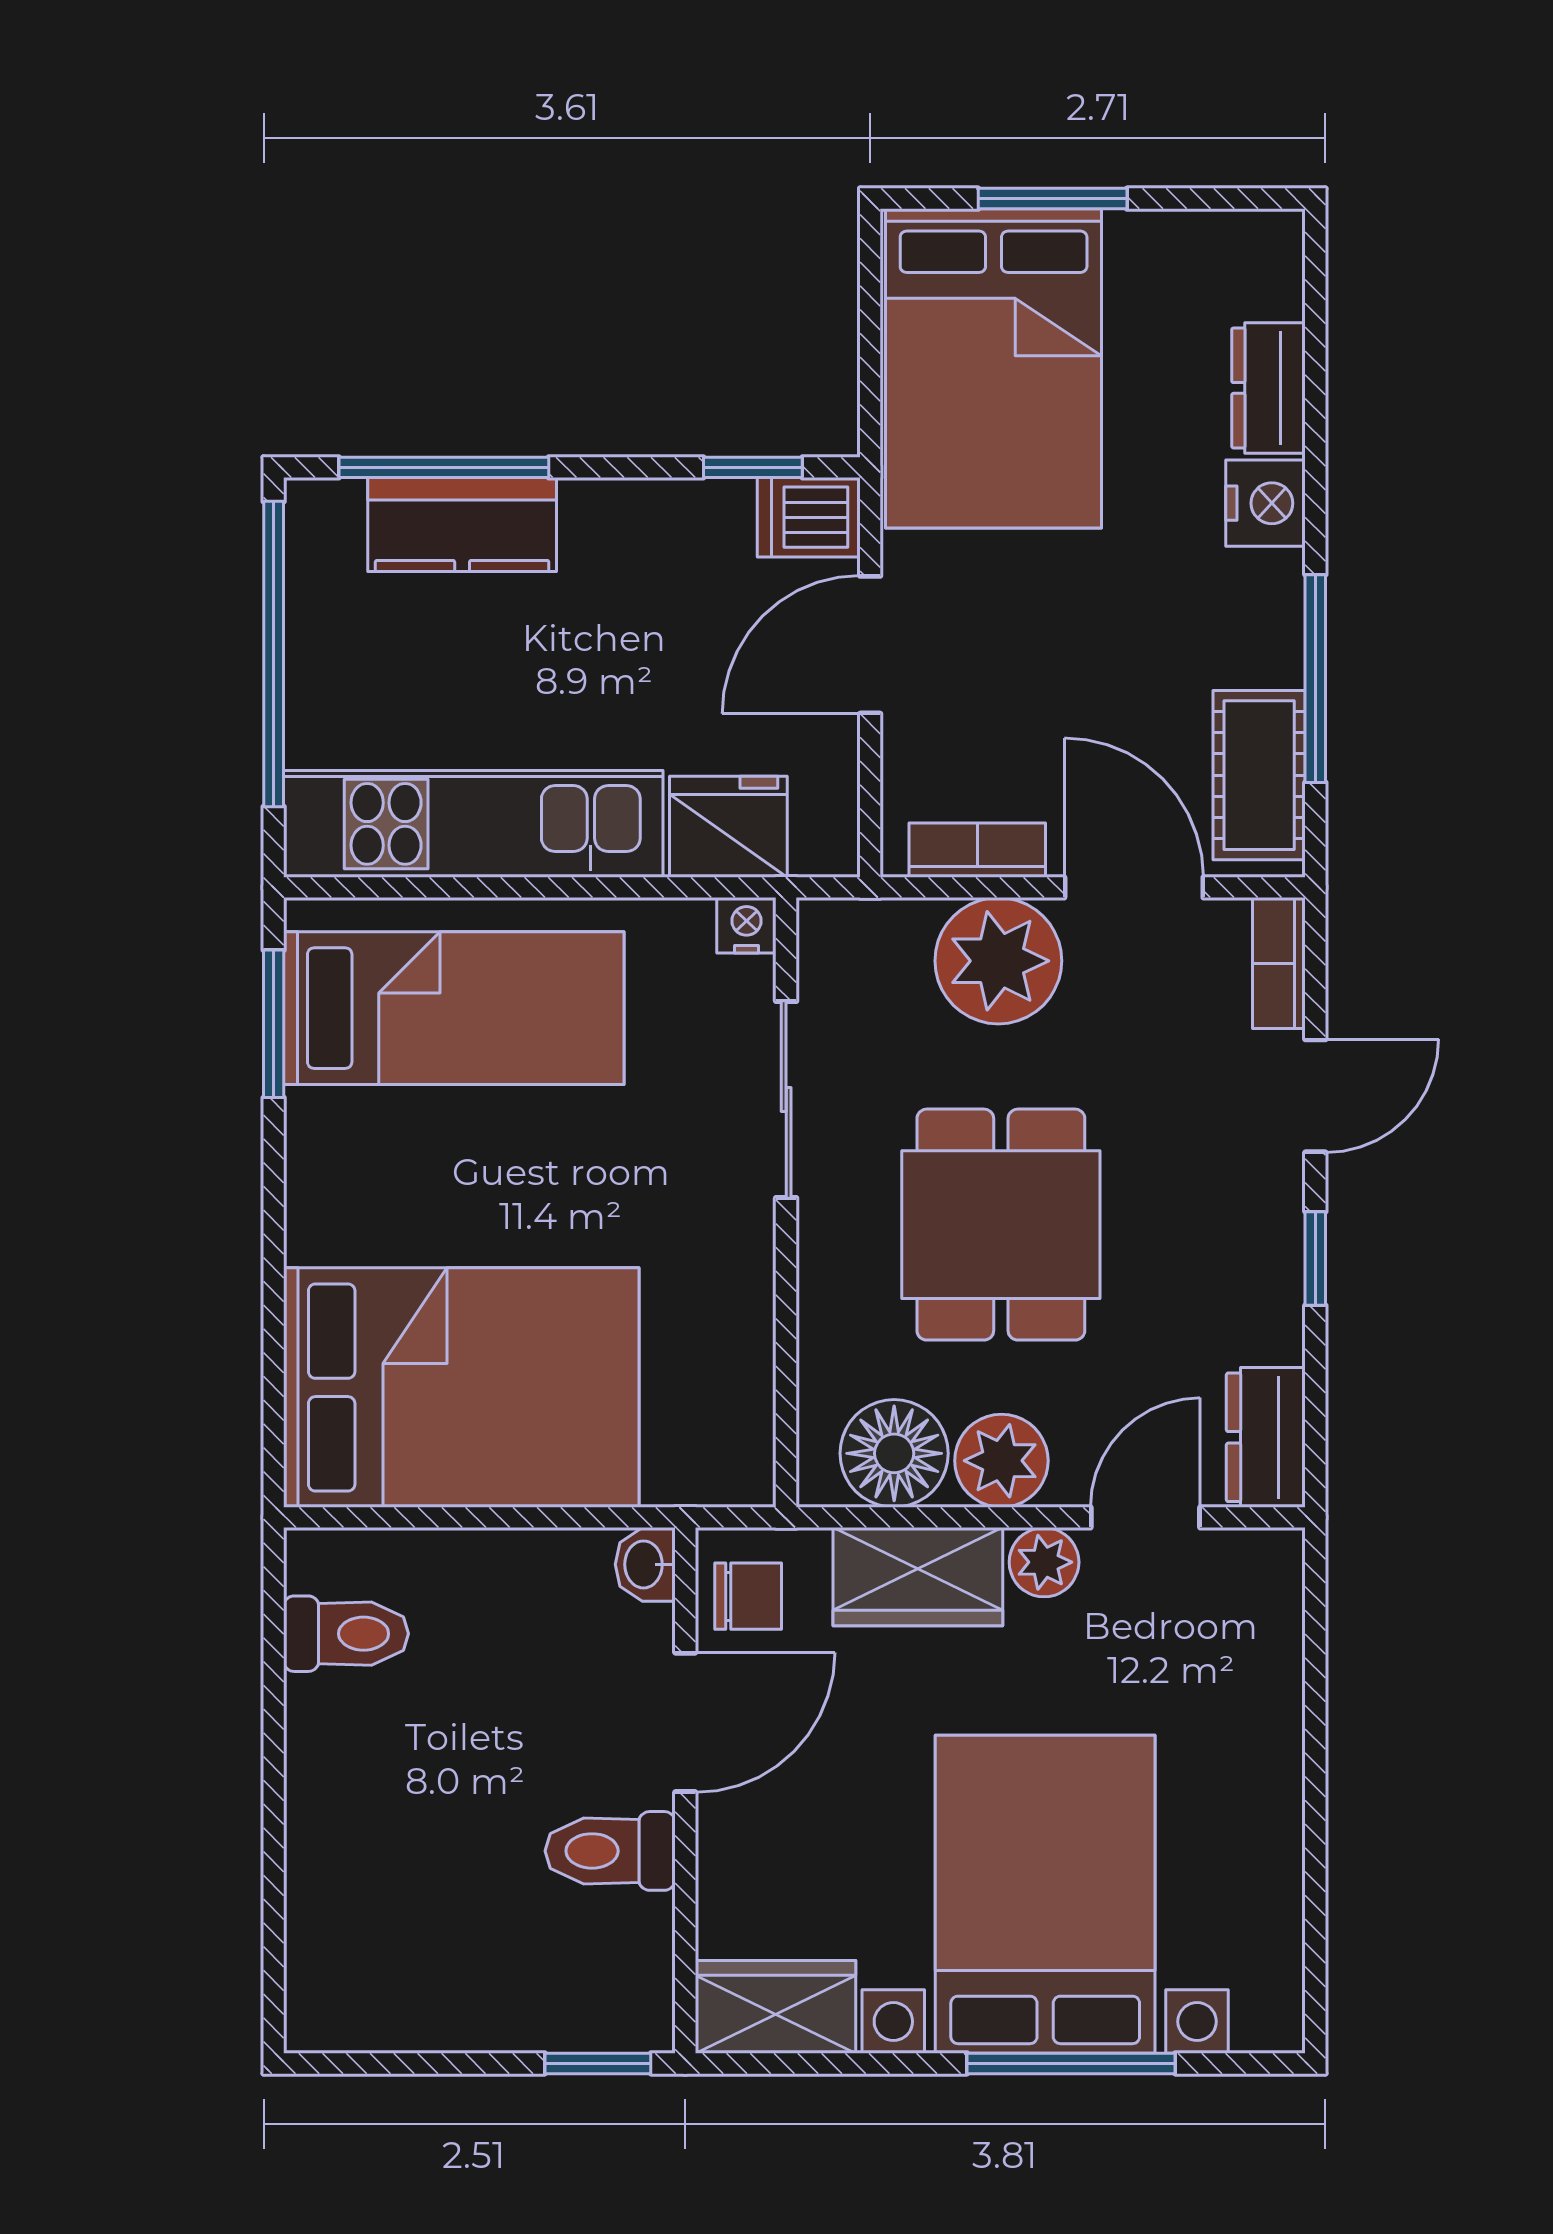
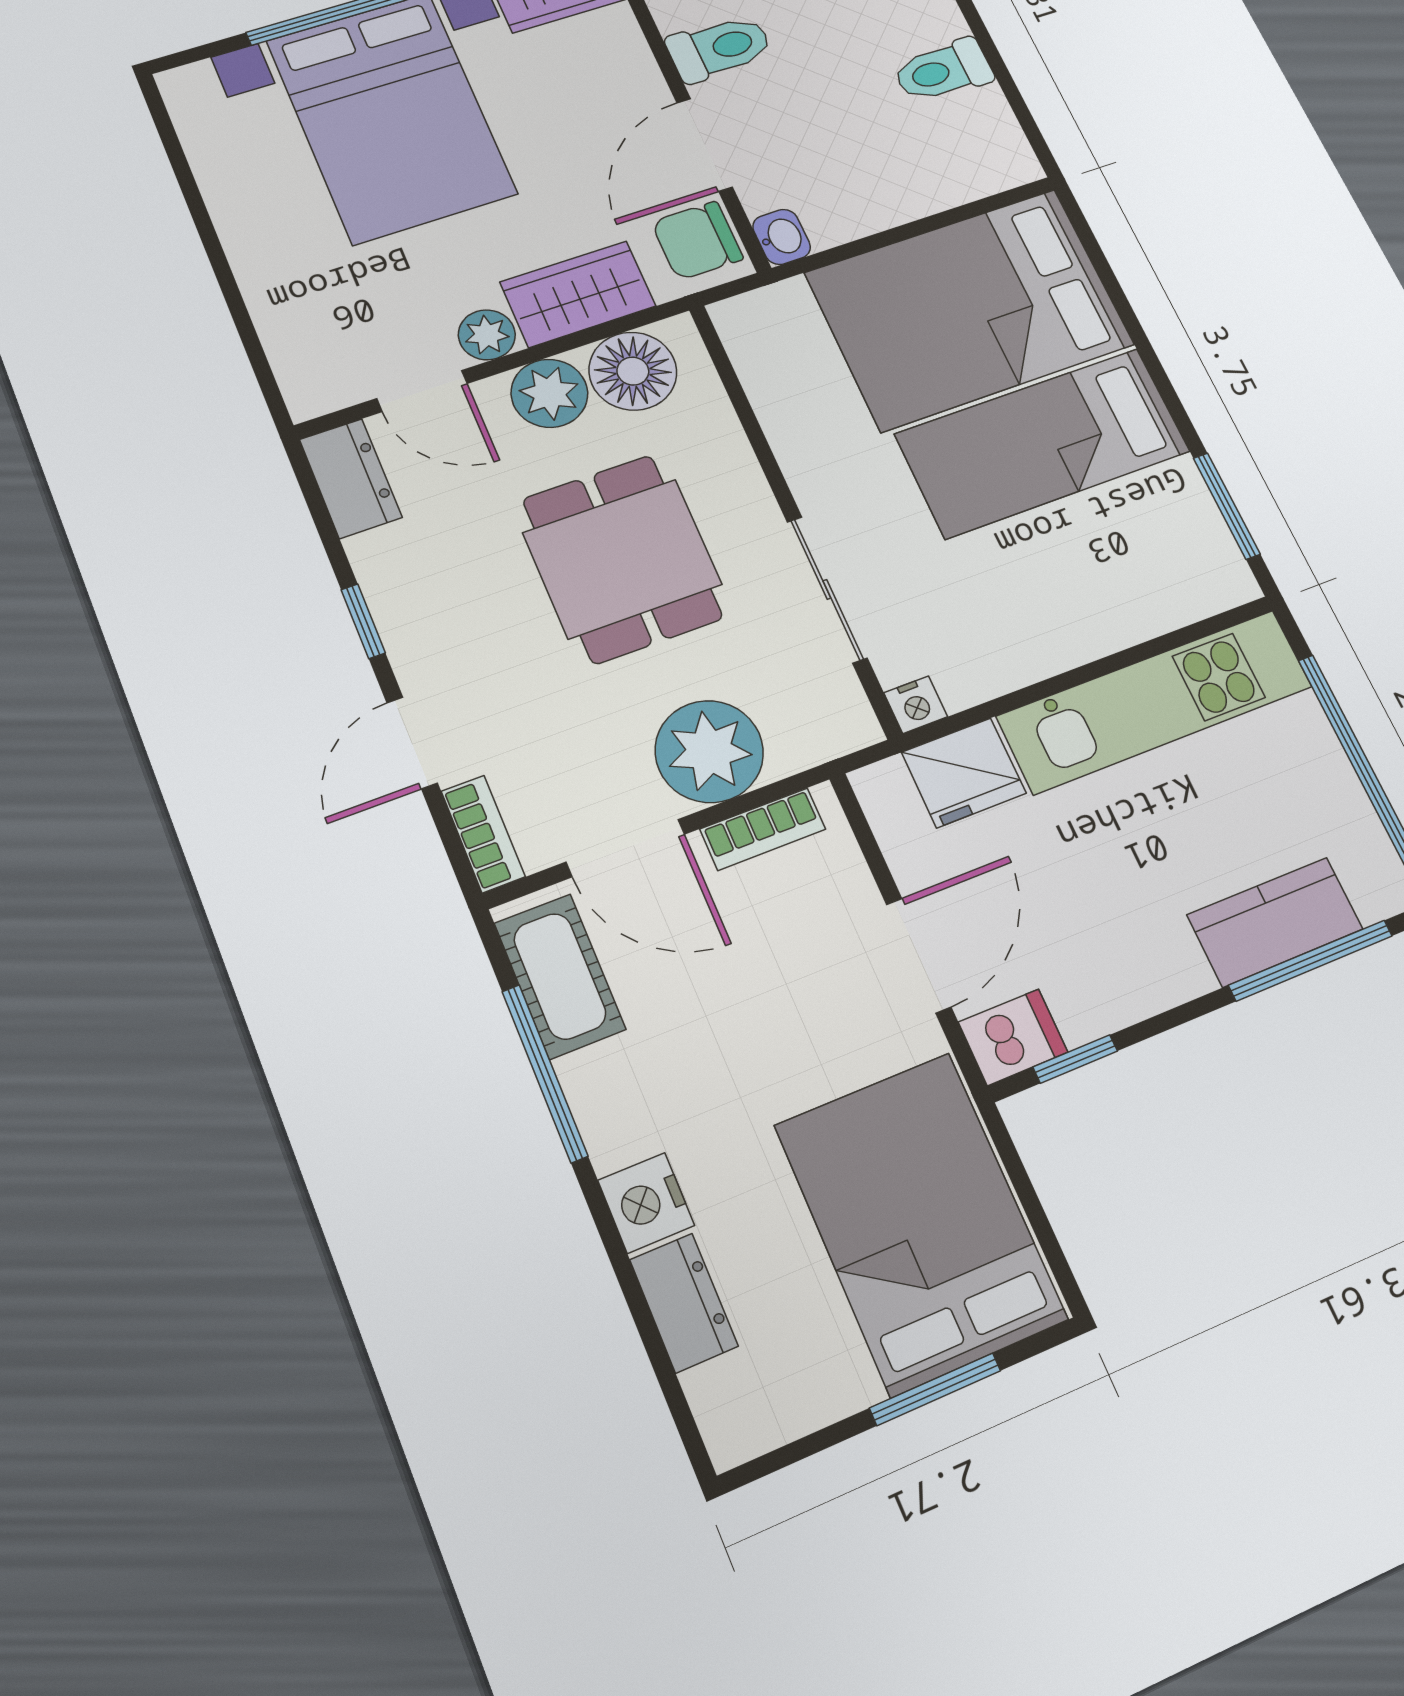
bed: (454, 1008) -> (1043, 443), moved
door: (1145, 1517) -> (422, 391), hinge flipped
chair: (748, 1596) -> (697, 241), width x1.37, depth x1.37
toilet: (346, 1634) -> (943, 71), moved

